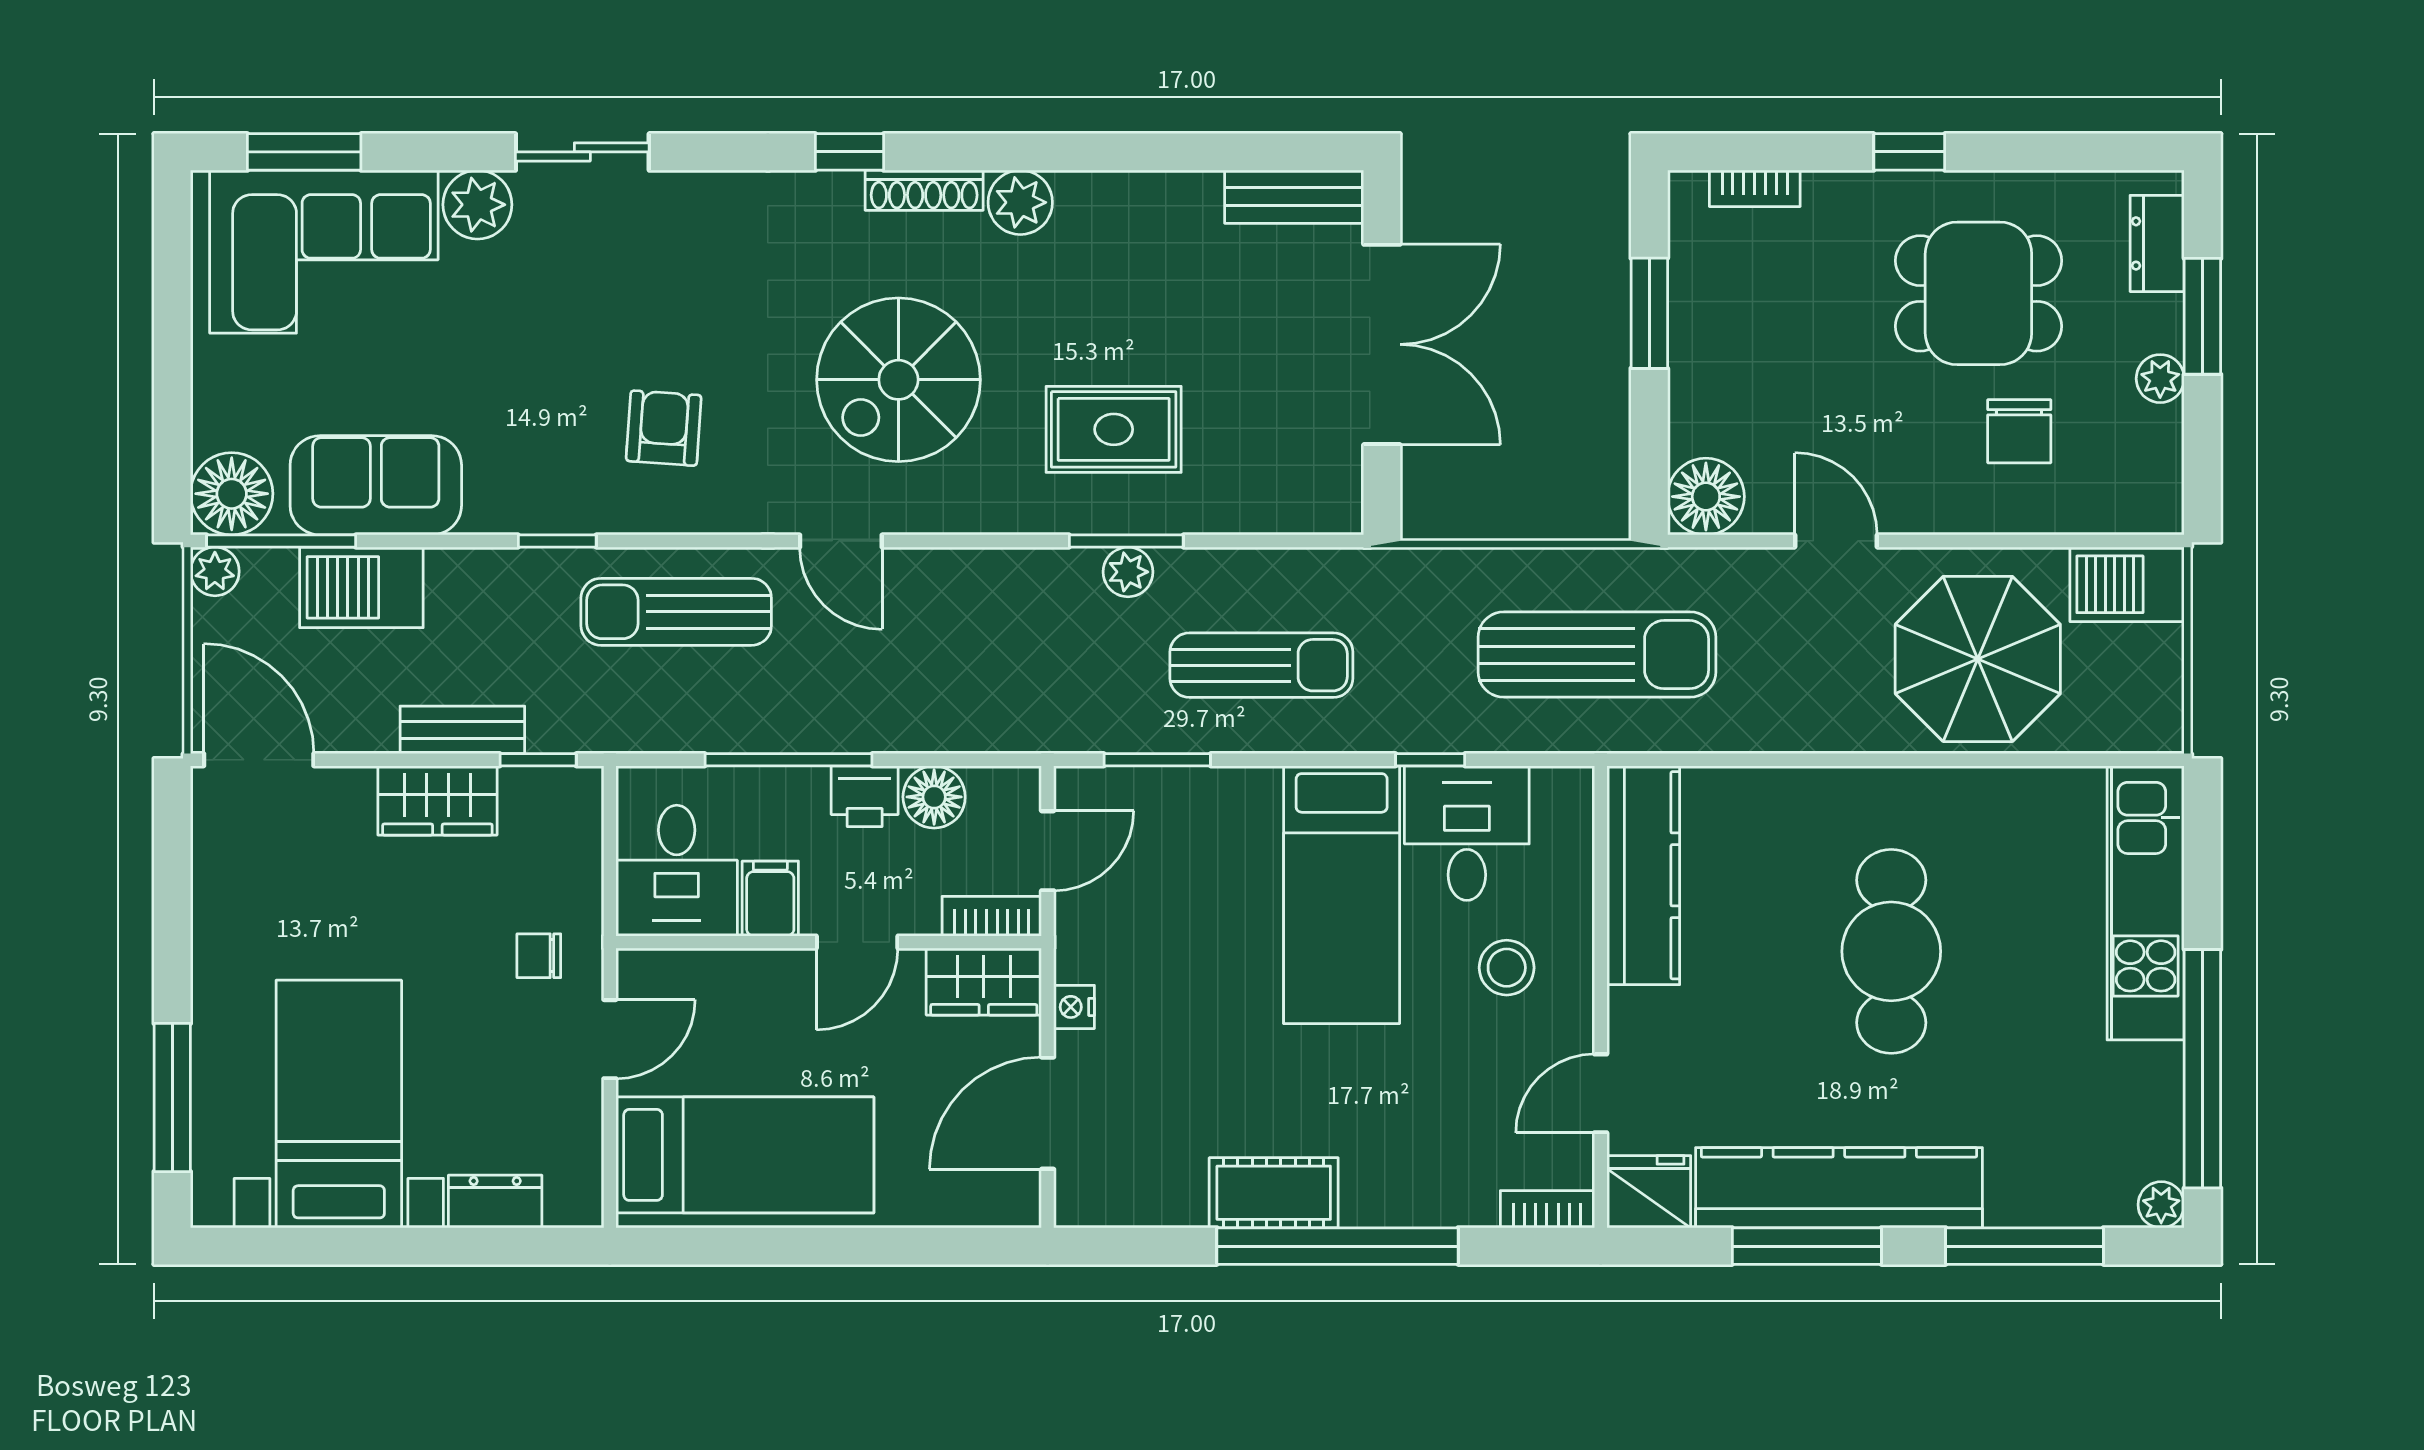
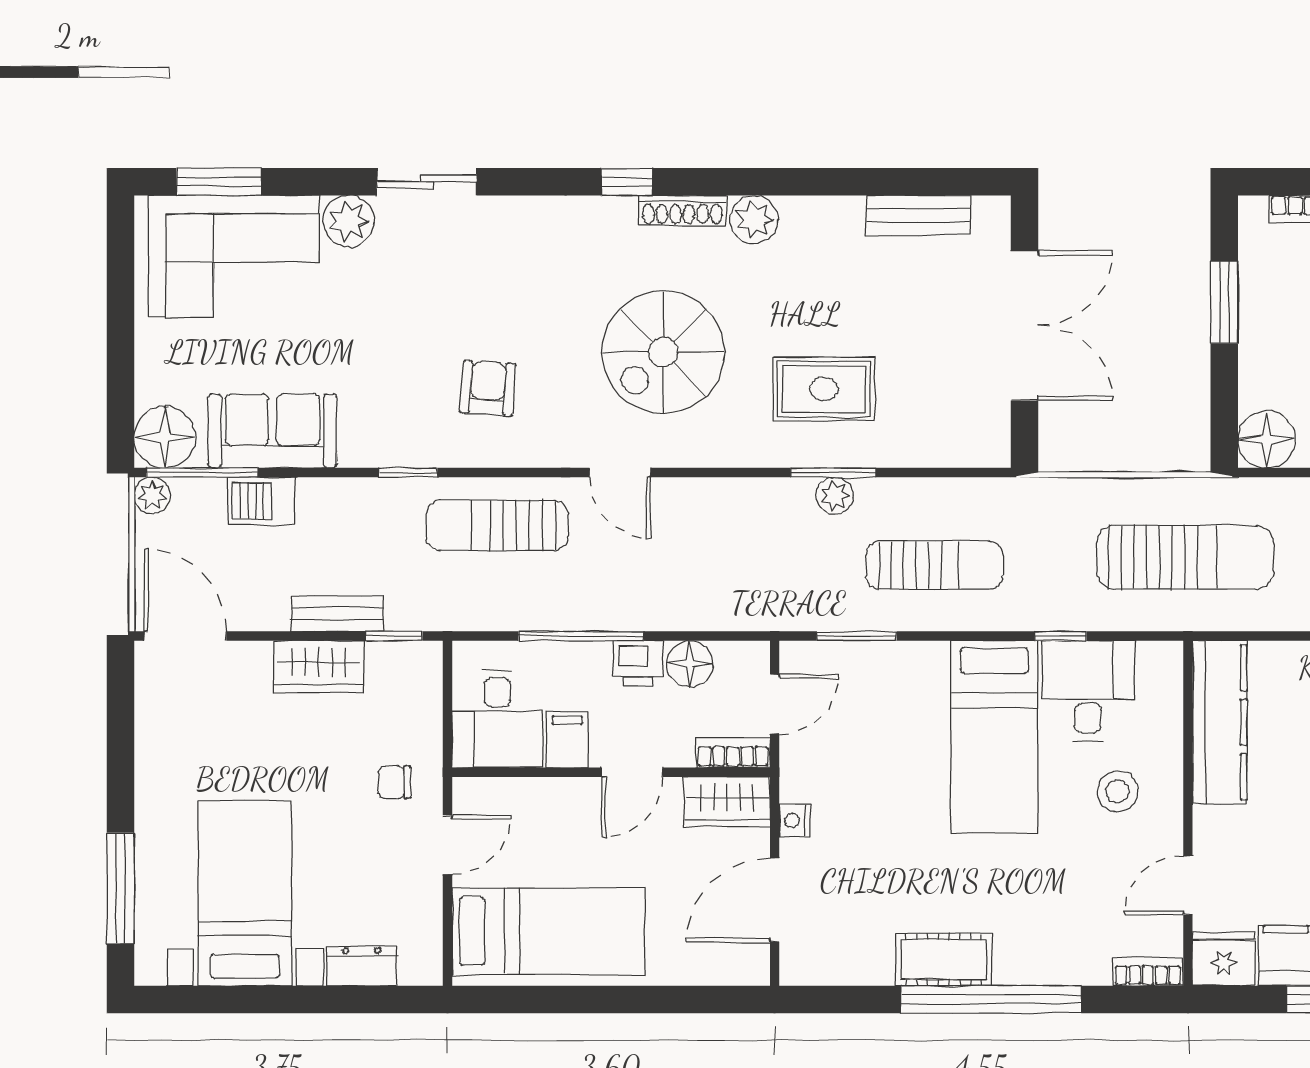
bench: (1294, 197) -> (918, 215), moved
barbecue: (361, 587) -> (262, 501), width x0.73, depth x0.79

